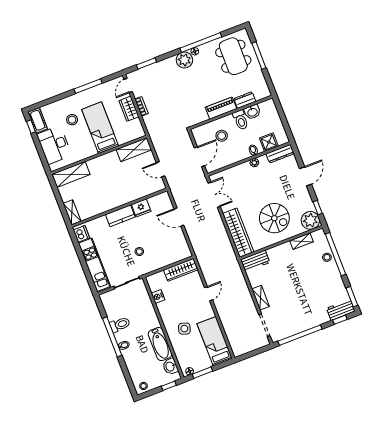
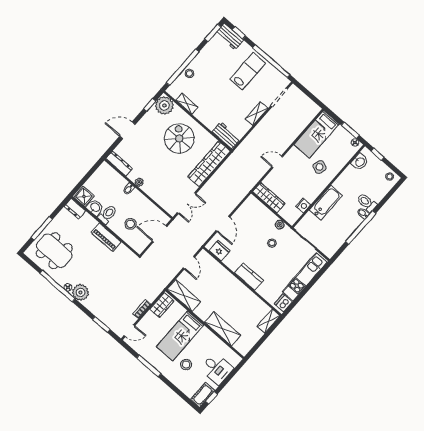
dining table: (233, 56) -> (54, 251), turned 90
dresser: (245, 100) -> (75, 209), moved
wardrobe: (129, 109) -> (162, 305), moved
shower: (269, 142) -> (84, 196), moved
desk: (54, 145) -> (217, 369), width x0.73
shelving: (71, 174) -> (223, 329), moved
double door: (214, 195) -> (186, 203), swing flipped
fridge: (141, 208) -> (220, 251), moved
plant: (152, 267) -> (280, 225), added
lab bench: (302, 310) -> (248, 71), added
toilet: (120, 325) -> (367, 203), moved
bathtub: (160, 344) -> (326, 203), moved

